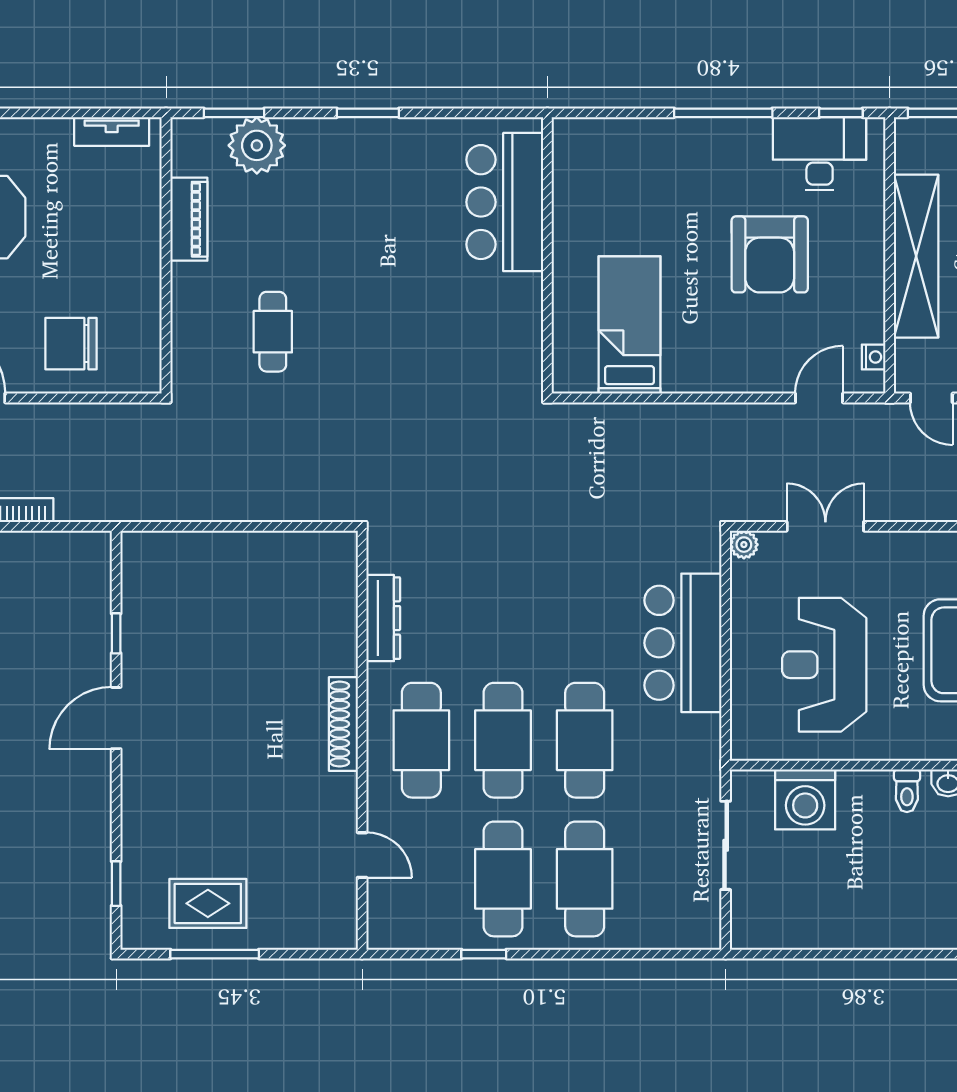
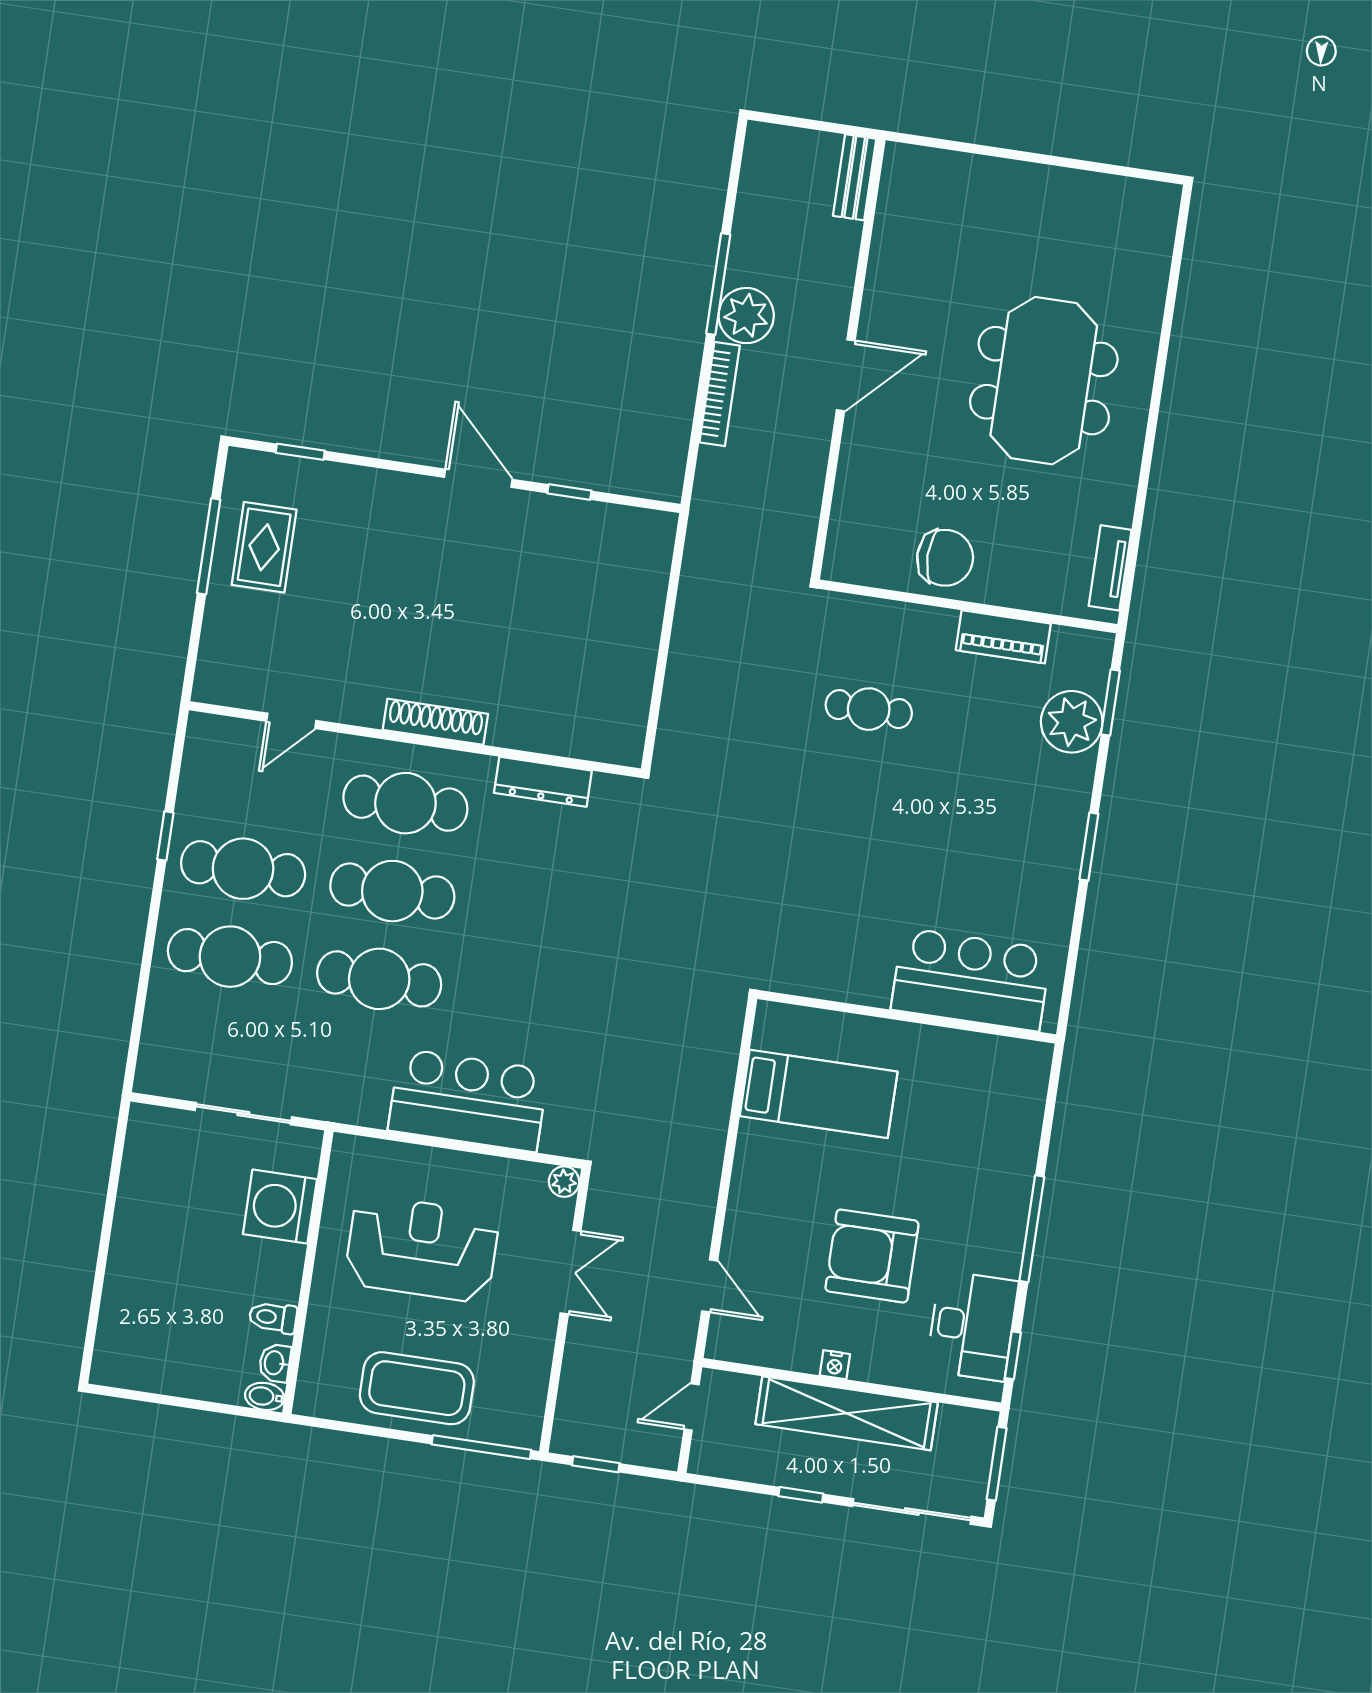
chair: (71, 344) -> (945, 558), moved, turned 90
nightstand: (874, 357) -> (835, 1365), moved

